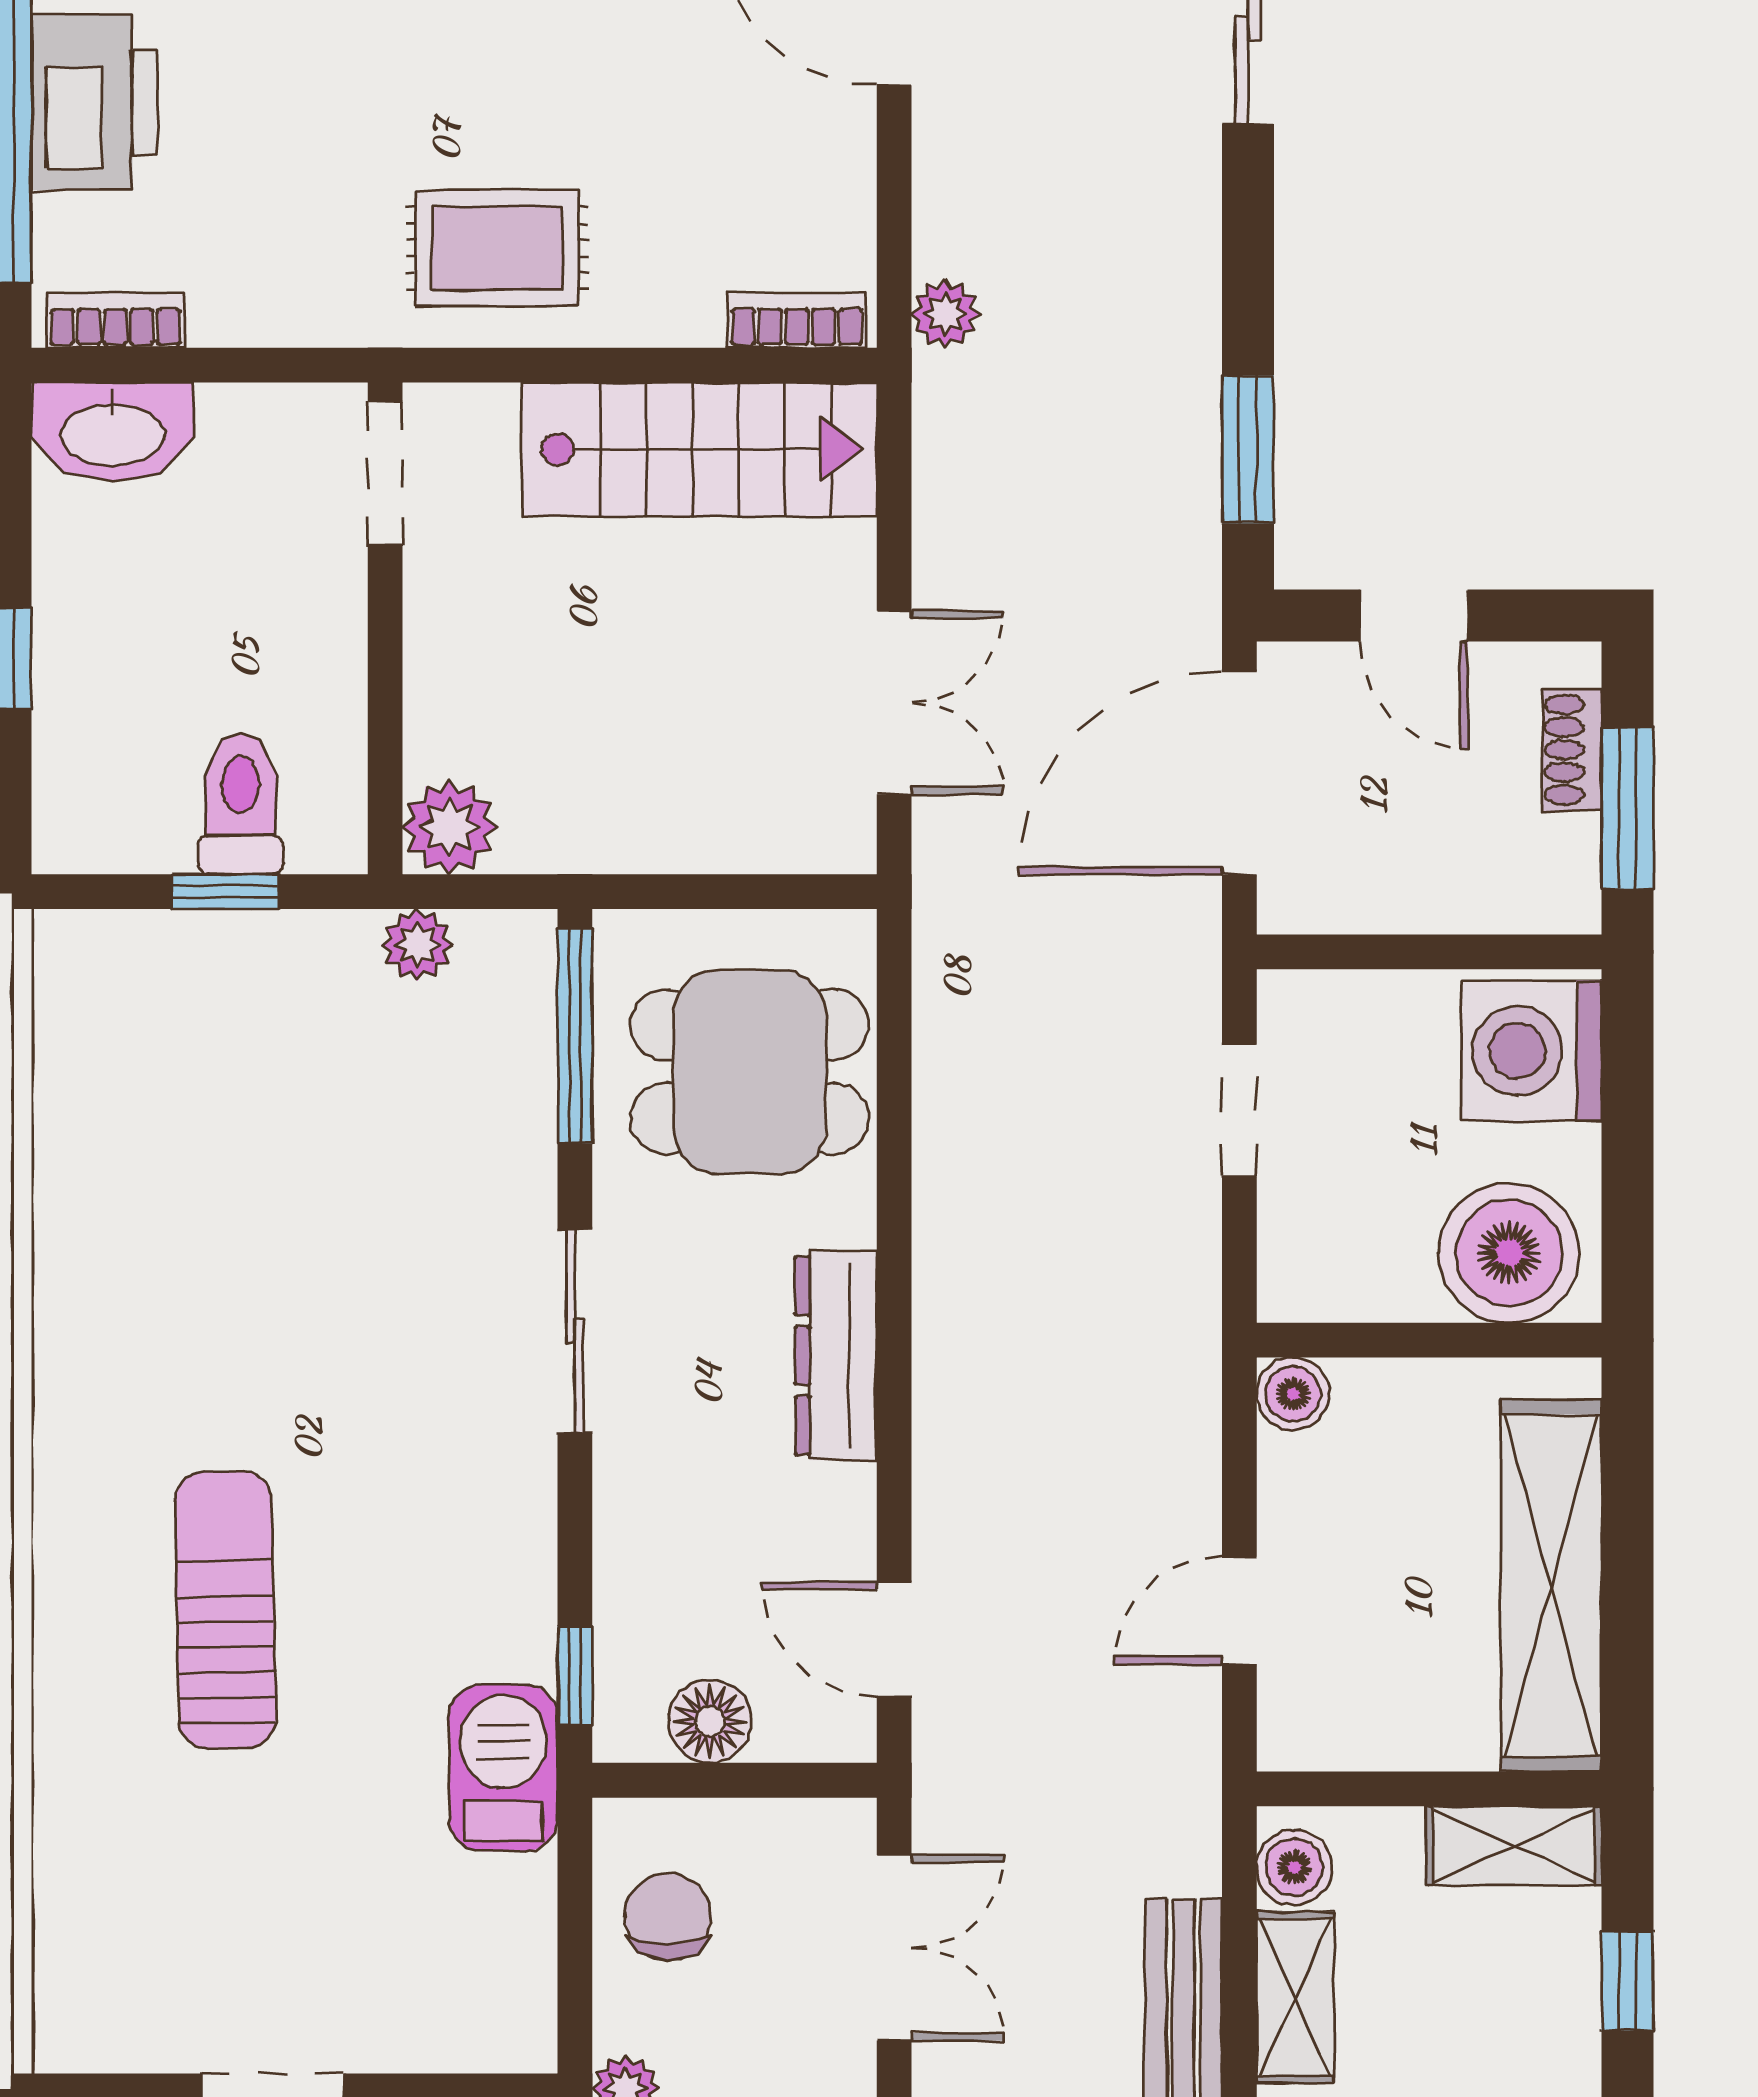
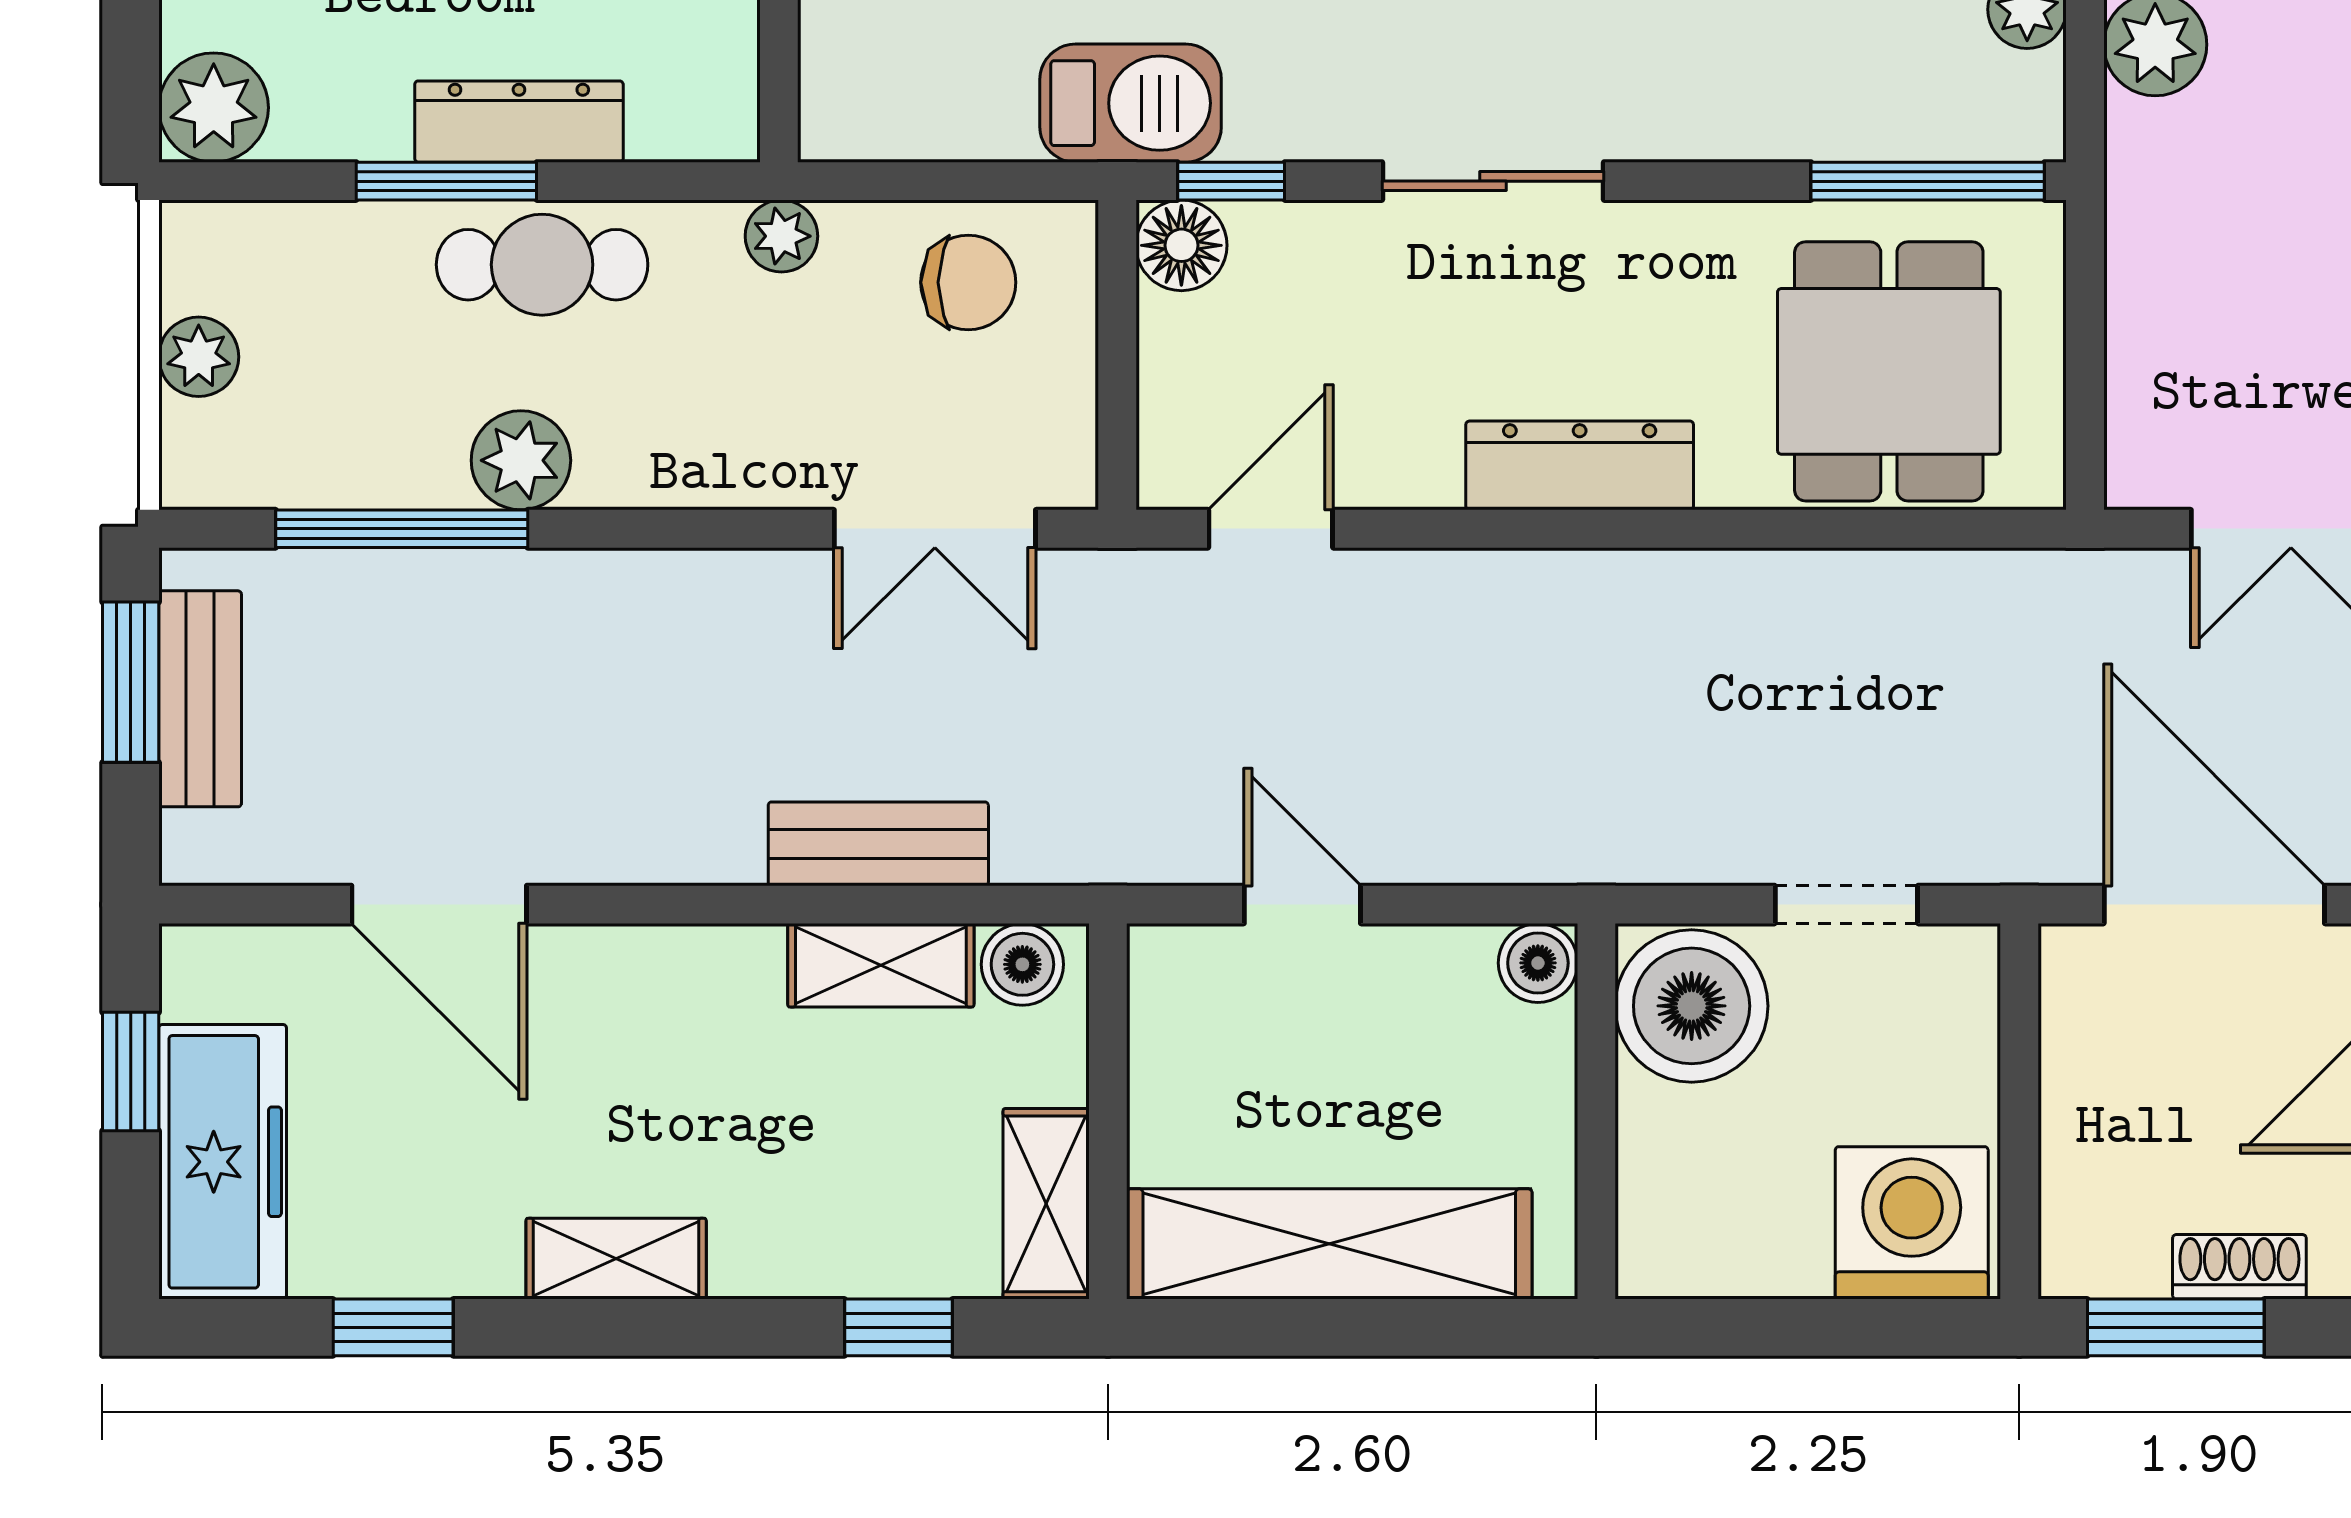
boiler: (1509, 1253) -> (1692, 1006), moved
sliding door: (575, 1331) -> (1493, 181), moved
floor lamp: (710, 1721) -> (1181, 245), moved

